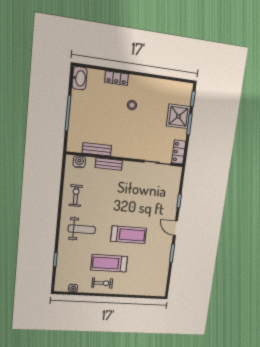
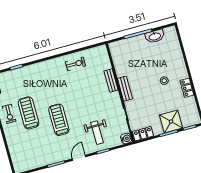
washbasin: (80, 78) -> (155, 36), moved
locker: (116, 78) -> (187, 88), moved
bench: (97, 149) -> (125, 89), moved
water cooler: (79, 162) -> (126, 138), moved
weight bench: (82, 229) -> (97, 133), moved
treadmill: (129, 235) -> (59, 120), turned 180

